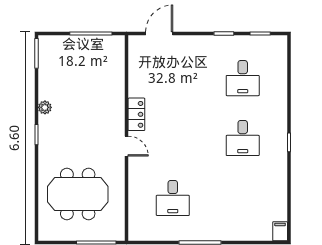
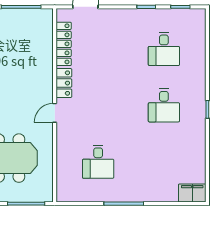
locker: (136, 73) -> (64, 44), added
door: (127, 146) -> (55, 113), swing flipped
filing cabinet: (280, 231) -> (192, 193), width x2.00

